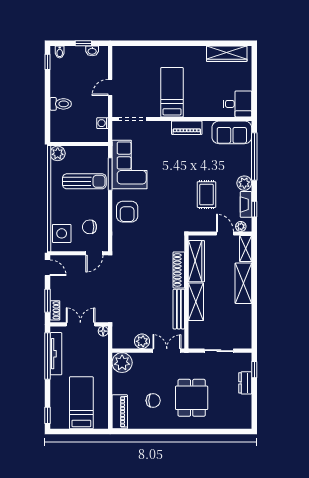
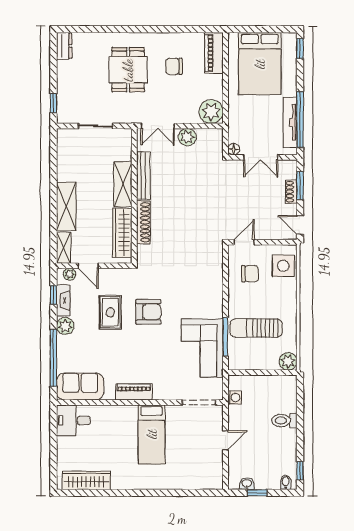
armchair: (127, 212) -> (148, 312), moved, turned 90
shoe rack: (55, 310) -> (291, 192), moved
dresser: (245, 383) -> (64, 46), moved
bed: (81, 403) -> (260, 64), width x1.50

